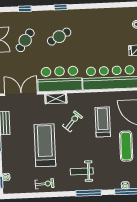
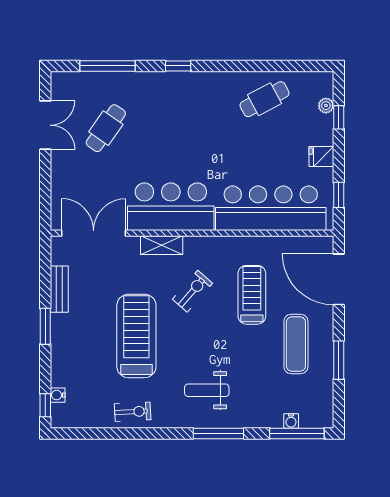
window: (25, 9) -> (107, 66), width x2.17
cafe table: (59, 37) -> (265, 99), moved

